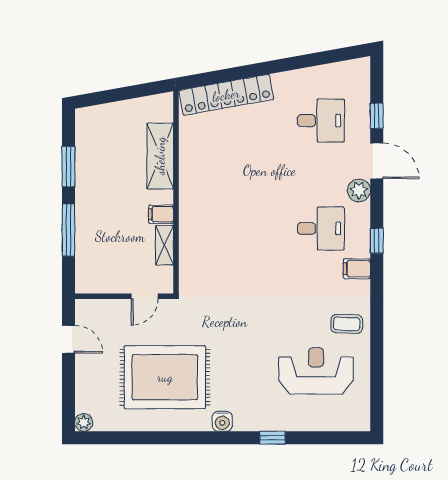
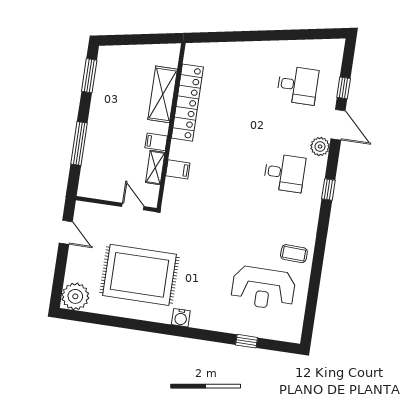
locker: (226, 95) -> (187, 103), moved, turned -80
window: (68, 167) -> (89, 76), moved
filing cabinet: (357, 269) -> (178, 169), moved, turned 180
door: (145, 296) -> (133, 207), swing flipped
reception desk: (316, 371) -> (263, 288), turned 180
plant: (84, 422) -> (75, 296), width x1.88, depth x1.88
window: (272, 438) -> (247, 341), moved

